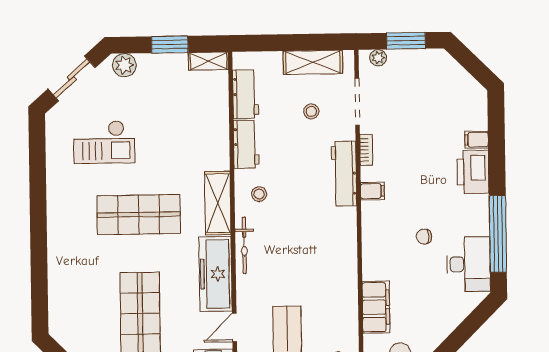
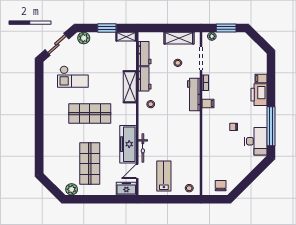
shelving: (218, 203) -> (130, 87), moved
bicycle: (244, 245) -> (143, 148), moved
filing cabinet: (376, 307) -> (209, 162), removed

